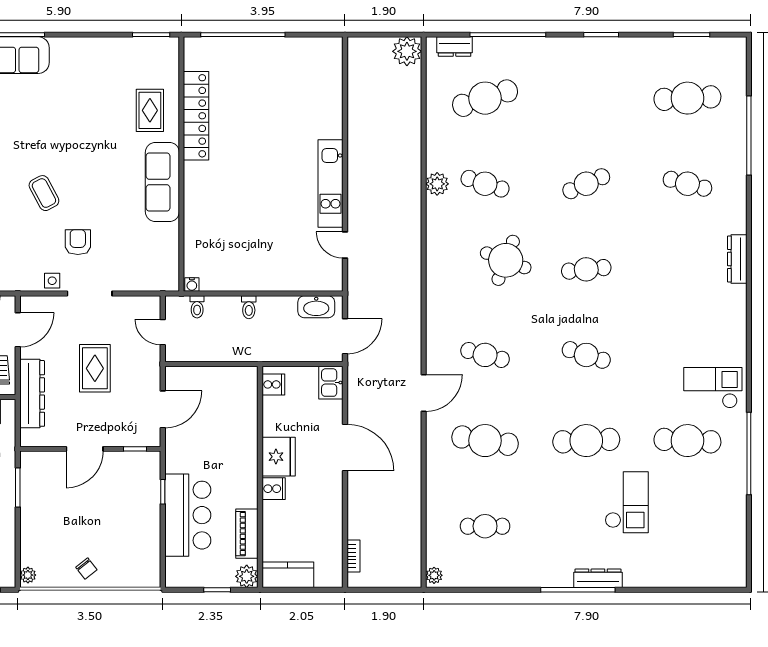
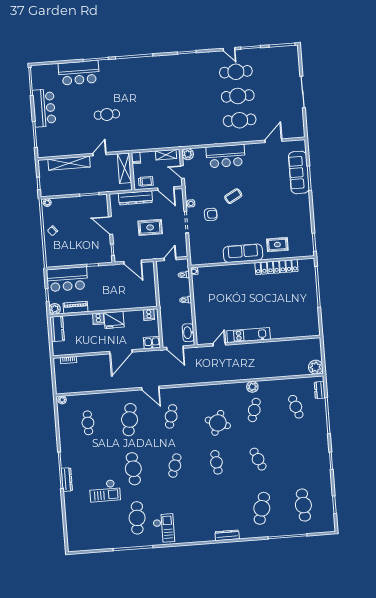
cafe table: (485, 98) -> (296, 407), width x0.73, depth x0.74
cafe table: (687, 184) -> (262, 508), width x1.37, depth x1.35
bar counter: (188, 515) -> (67, 279), moved

